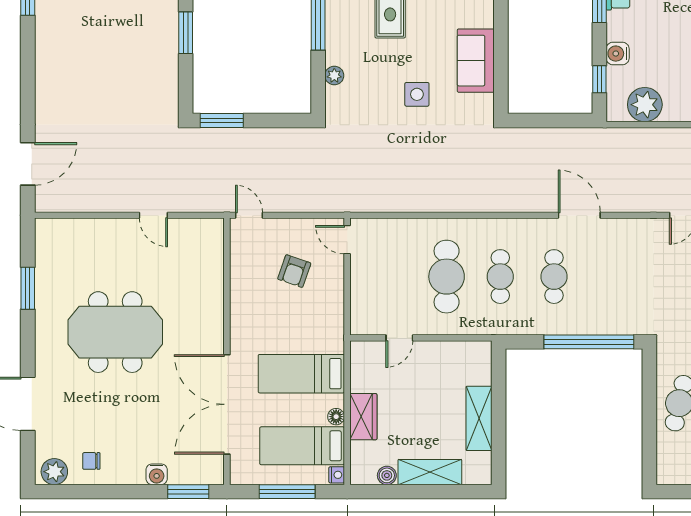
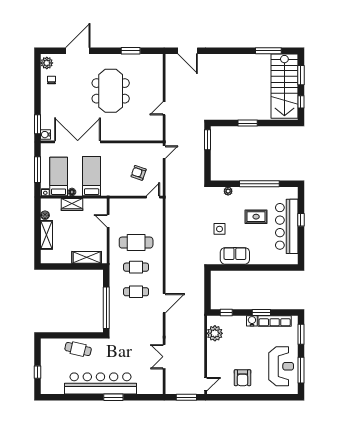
water cooler: (618, 54) -> (252, 321), moved
shelving: (479, 418) -> (87, 257), moved
water cooler: (157, 474) -> (46, 135), moved

